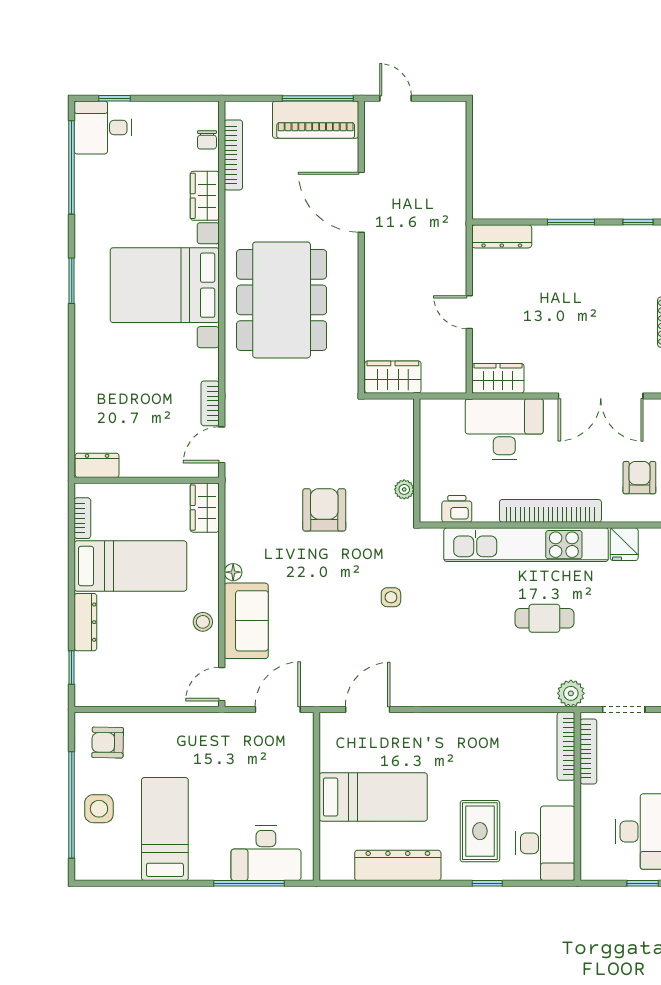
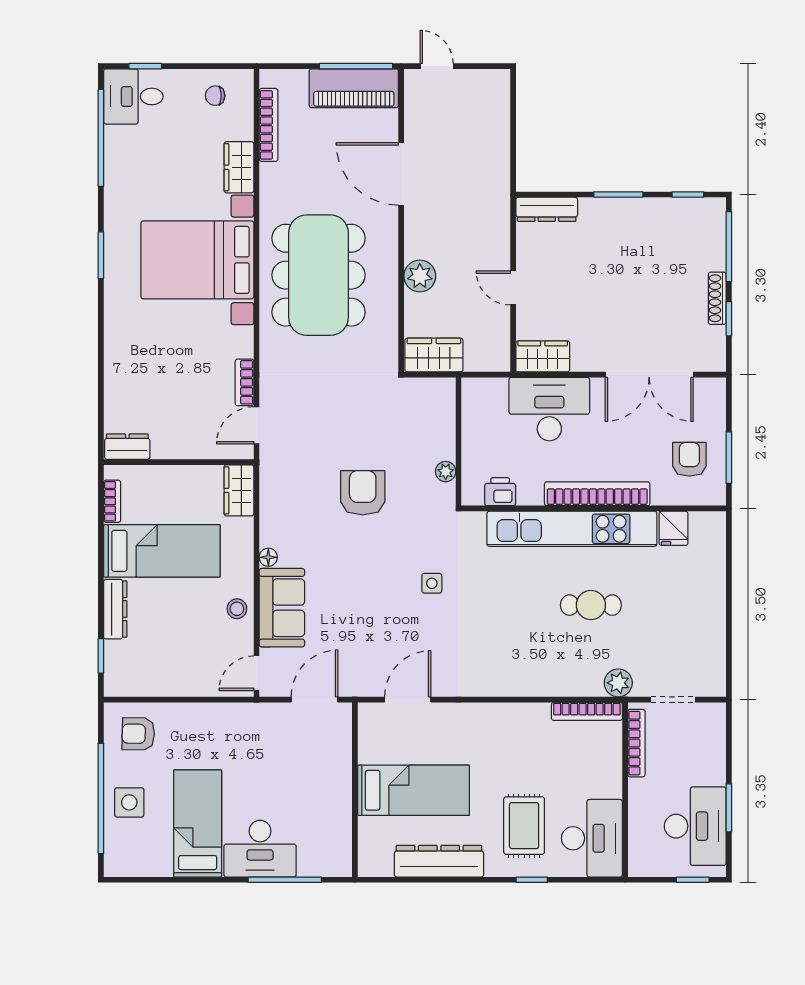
chair: (207, 140) -> (215, 96), moved, turned 90
plant: (379, 301) -> (420, 276), added
bookcase: (566, 746) -> (587, 711), moved, turned -90
desk: (266, 853) -> (260, 849), moved

